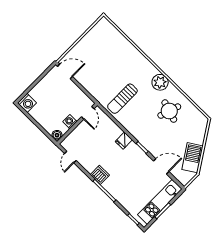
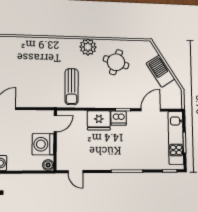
door: (88, 113) -> (55, 124), hinge flipped
washing machine: (70, 122) -> (43, 144), width x1.89, depth x1.89
fridge: (124, 141) -> (99, 120), width x1.88, depth x1.34
barbecue: (192, 158) -> (161, 71), moved
dishwasher: (100, 175) -> (119, 118), moved, turned 180

